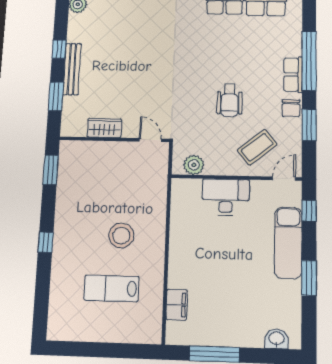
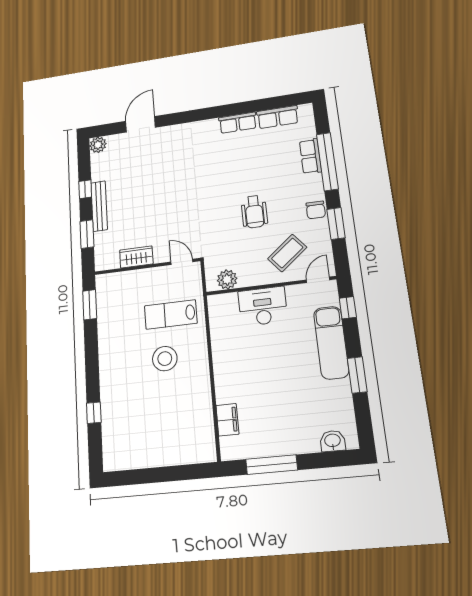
row of seats: (293, 75) -> (310, 156), moved
window: (46, 242) -> (94, 413), moved
lab bench: (112, 288) -> (171, 314), moved

